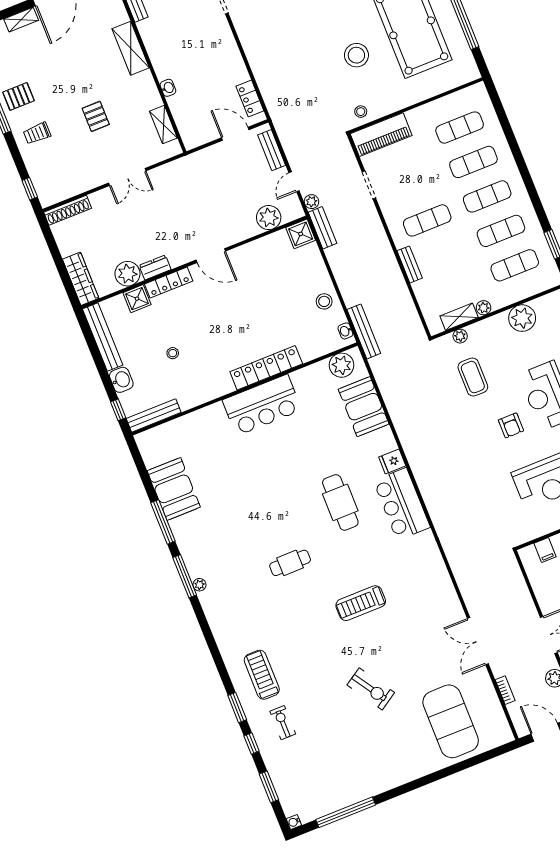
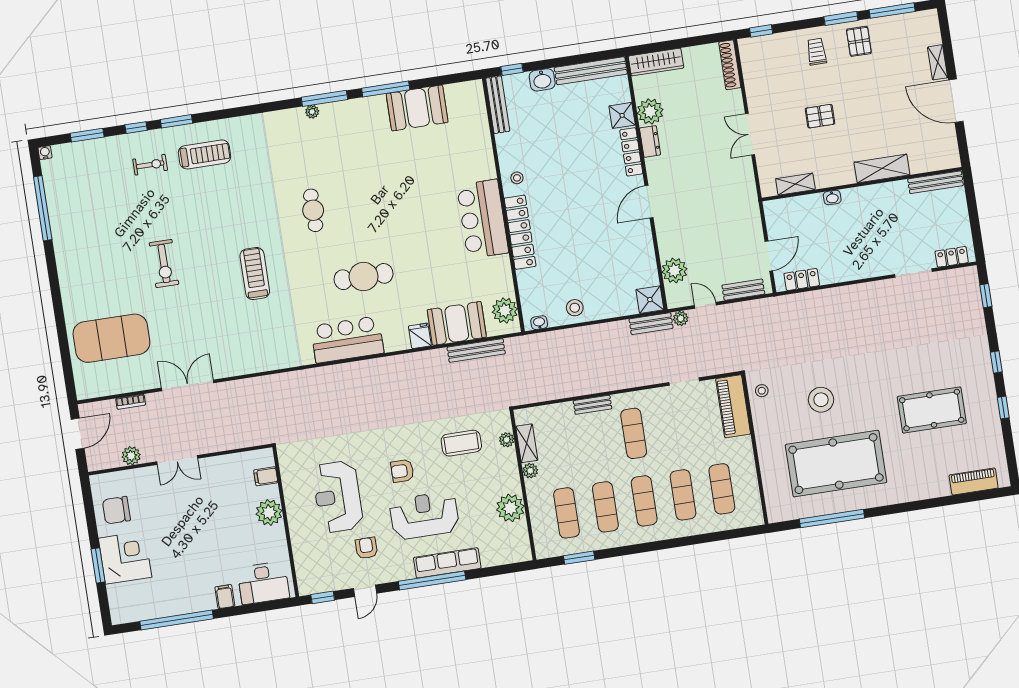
bench: (364, 331) -> (476, 351), moved
stool: (173, 353) -> (517, 178), moved
fridge: (392, 461) -> (420, 336), moved
exercise bike: (371, 689) -> (164, 264), turned -57

